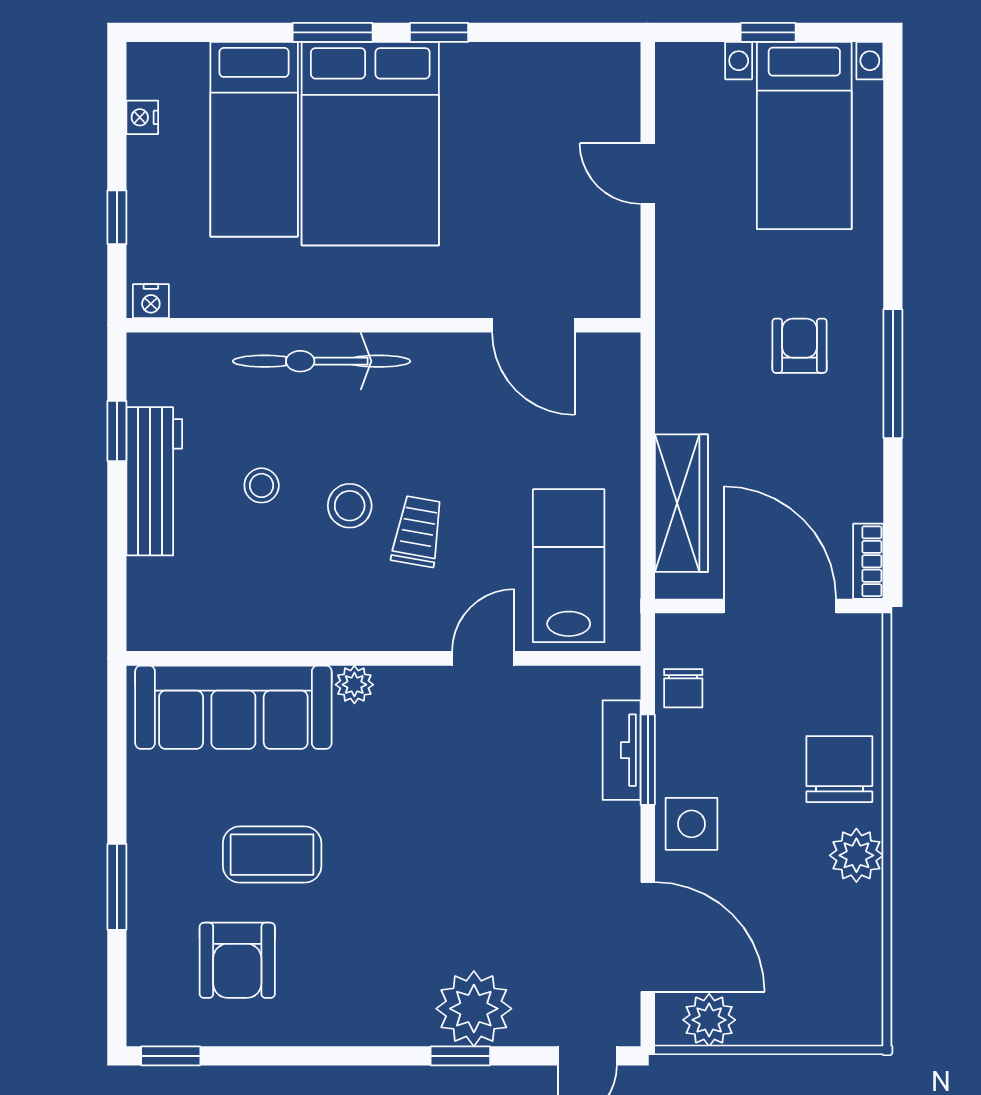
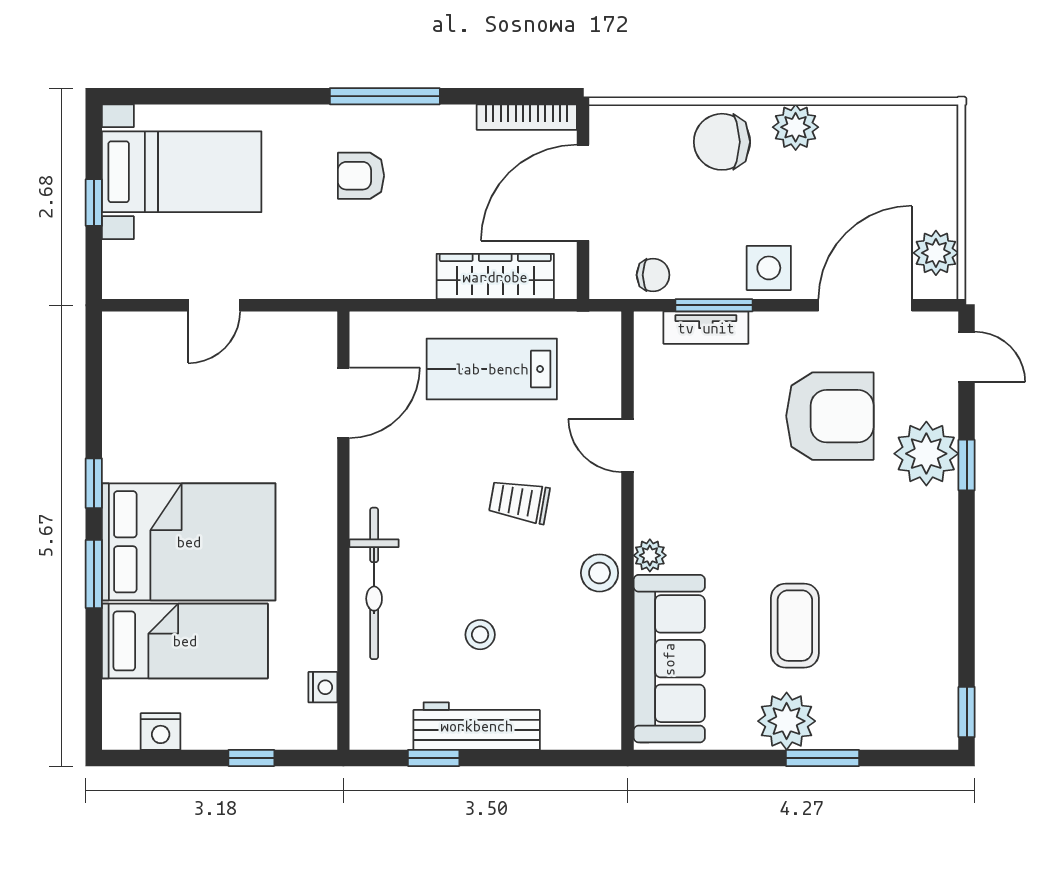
nightstand: (142, 117) -> (161, 732), width x1.39, depth x1.35
nightstand: (151, 301) -> (323, 687), moved
stool: (350, 506) -> (600, 573), moved
bookcase: (868, 561) -> (527, 117), width x1.56
lab bench: (569, 566) -> (492, 369), moved
plant: (160, 845) -> (787, 721), added
armchair: (237, 960) -> (830, 416), moved, width x1.36, depth x1.36

